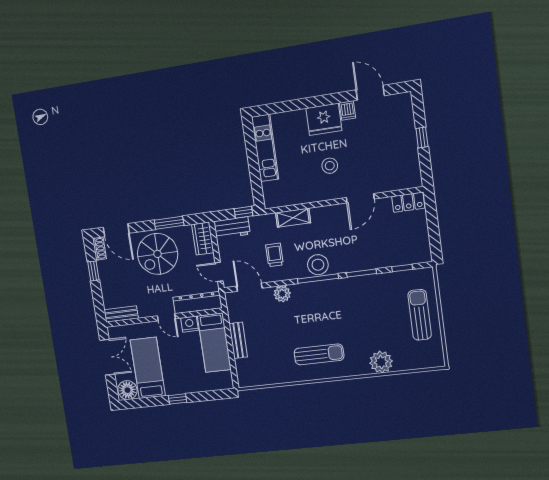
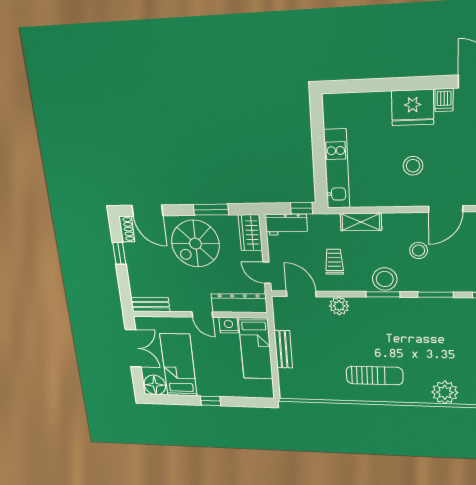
kitchen unit: (265, 148) -> (337, 169), moved
stool: (343, 236) -> (419, 250), added
window: (318, 279) -> (383, 294), width x0.69

